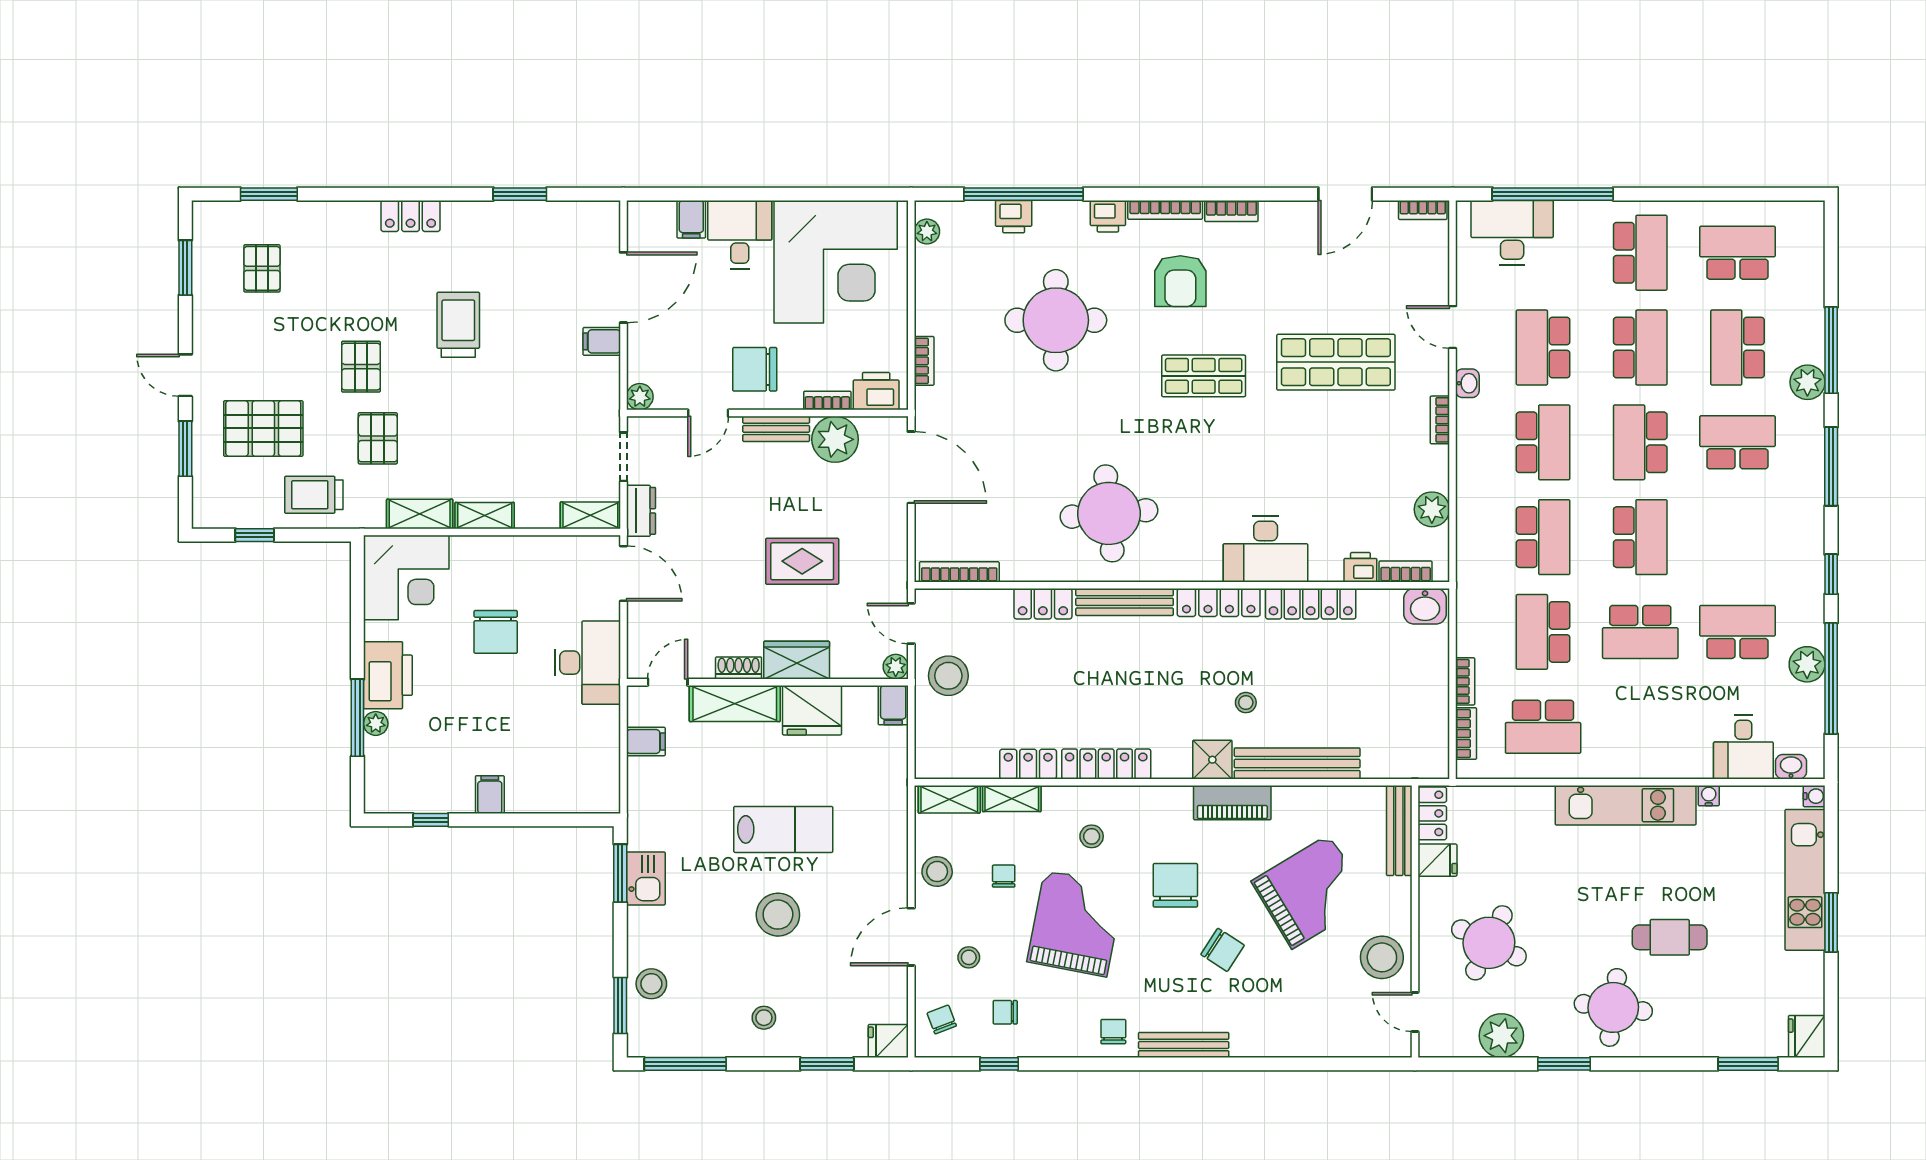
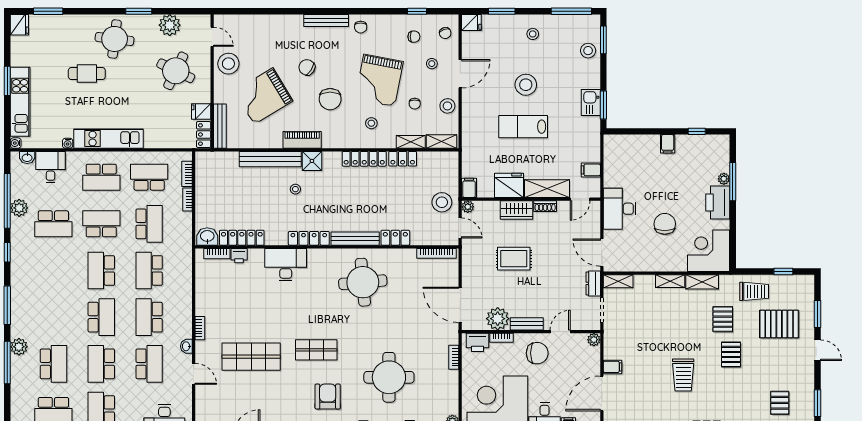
school desk: (1737, 442) -> (101, 177), moved
plant: (1432, 509) -> (204, 284), removed
locker: (1311, 604) -> (242, 238), moved

